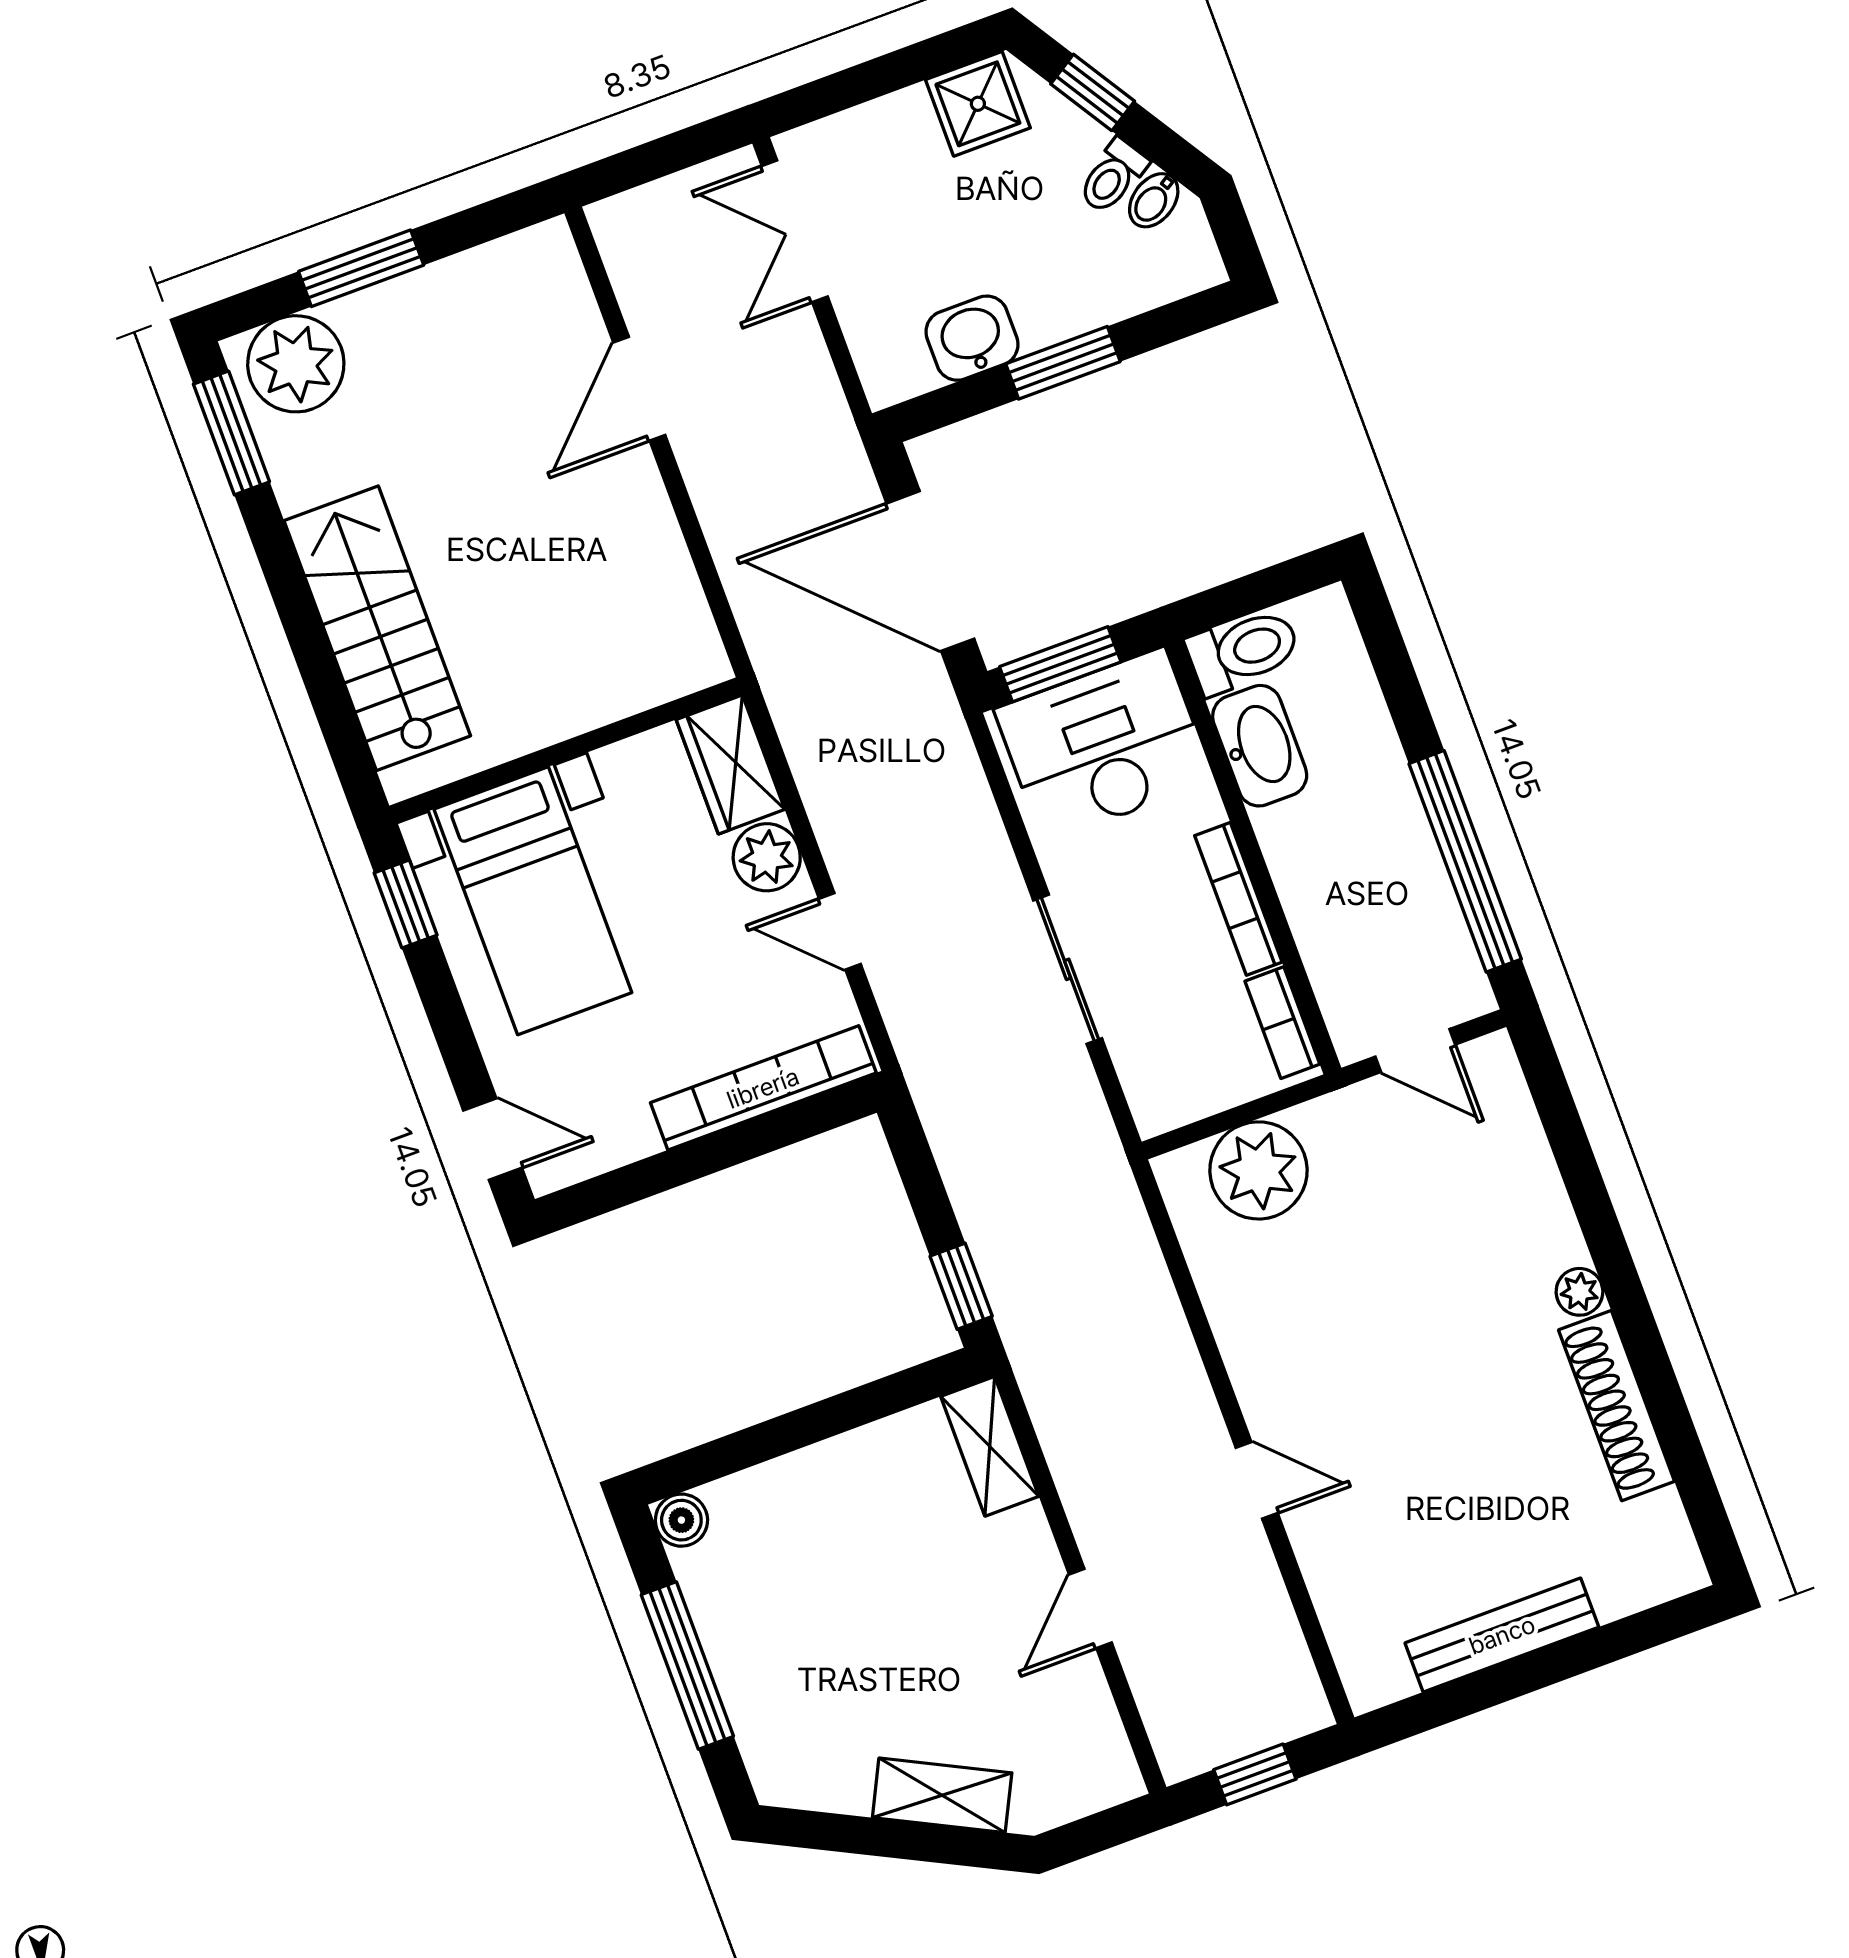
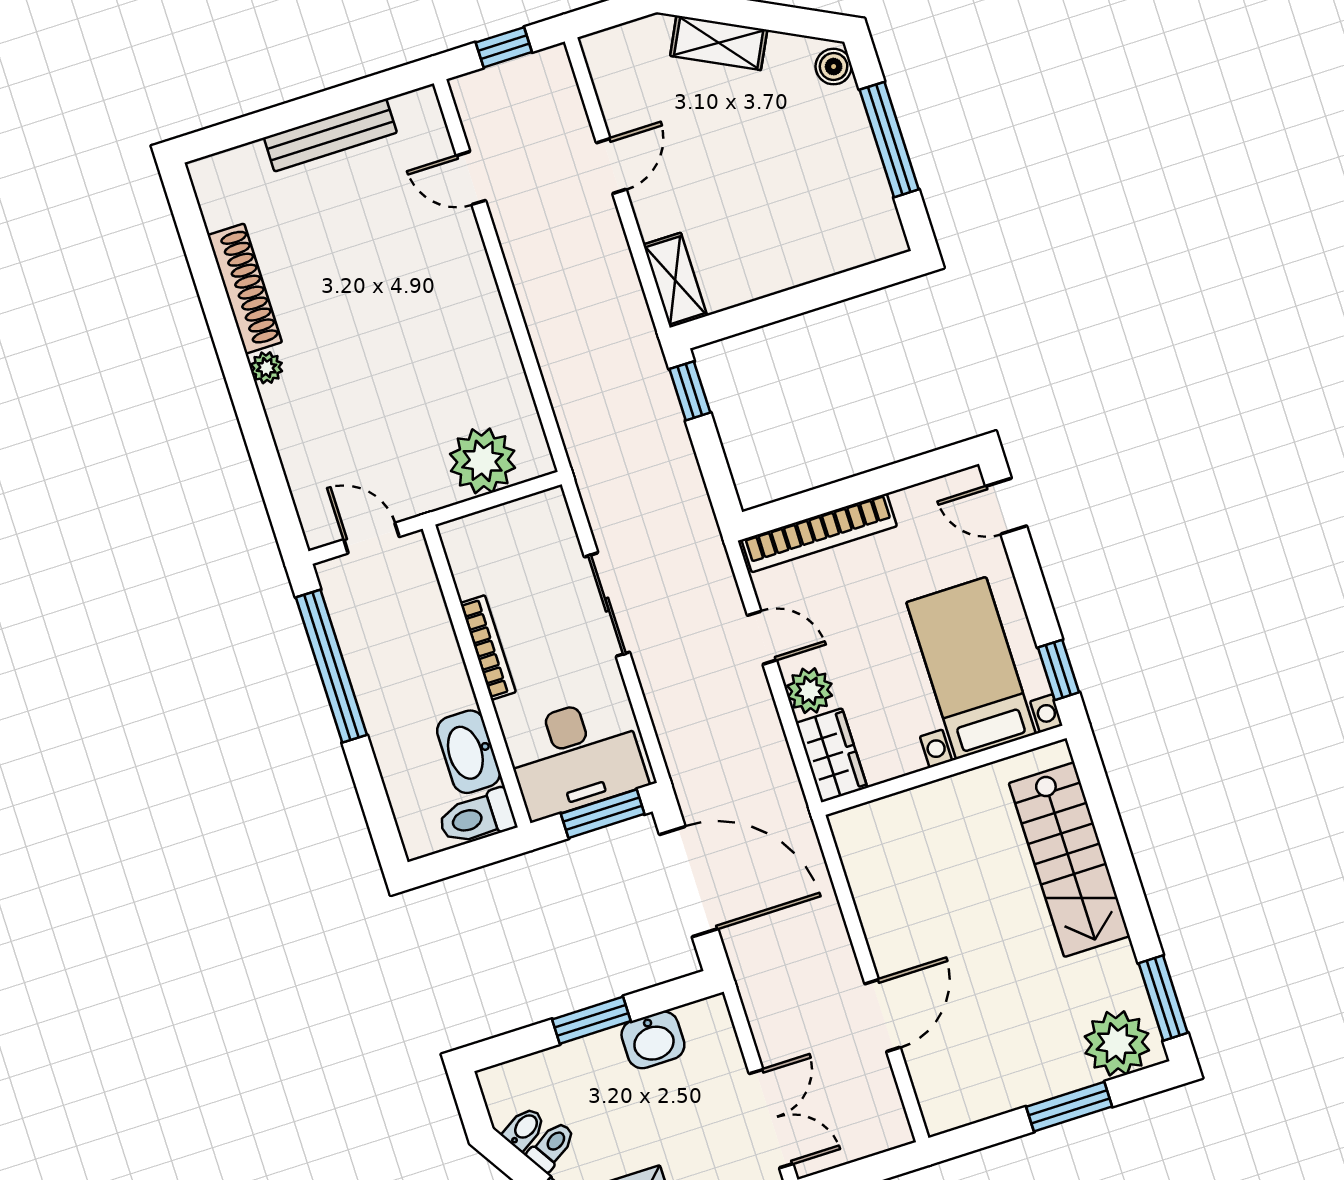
bookcase: (1282, 1023) -> (462, 561), removed
door: (1257, 1480) -> (471, 178), moved
boiler: (681, 1520) -> (834, 67), moved

